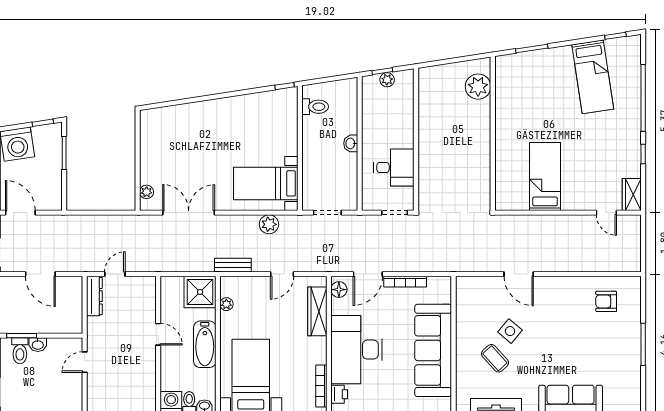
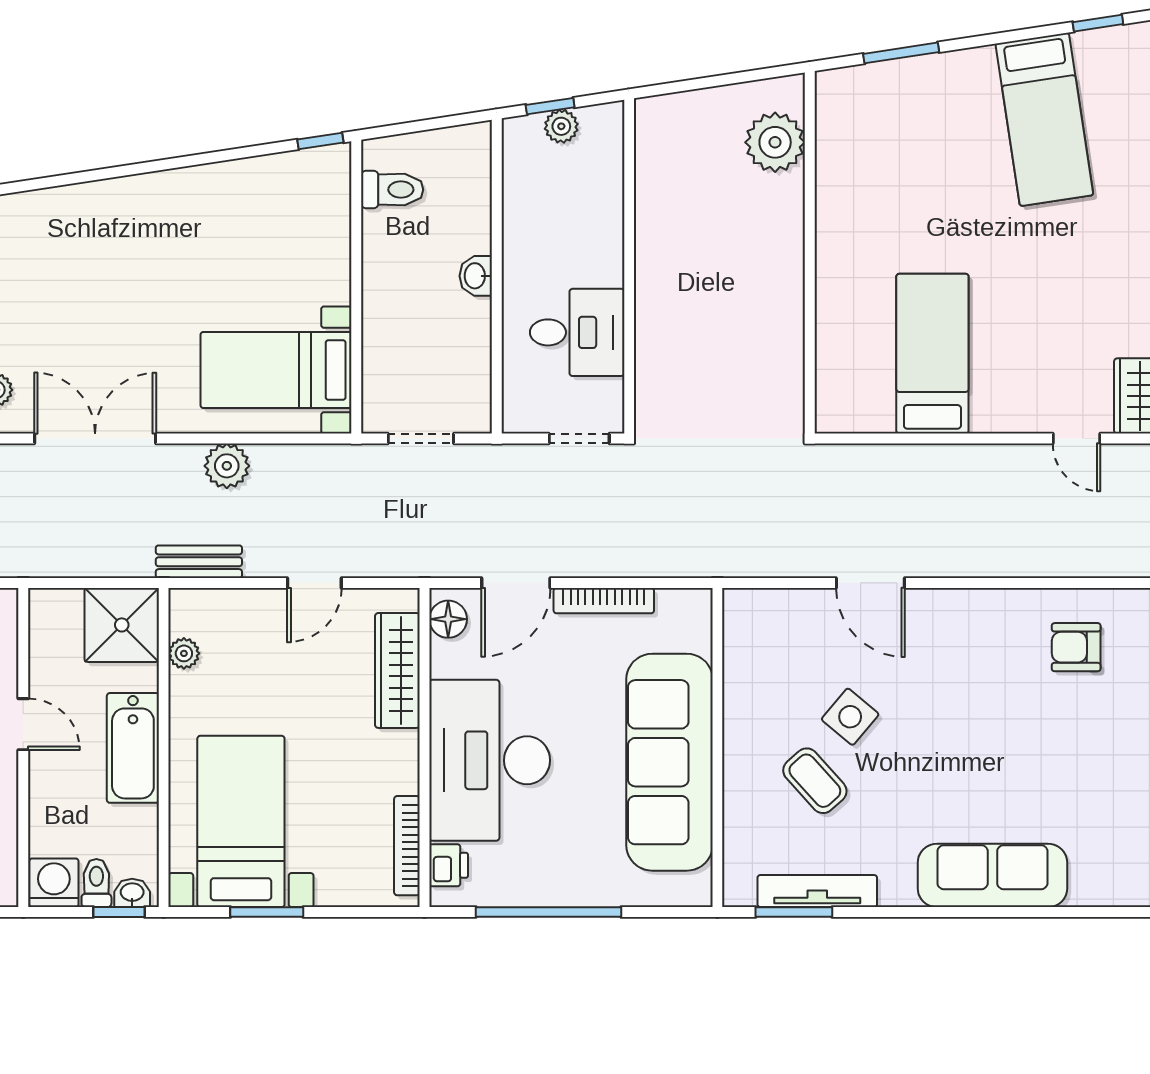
plant: (269, 224) -> (227, 466), moved

